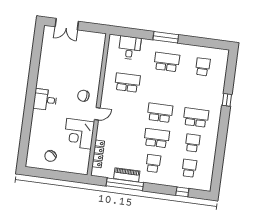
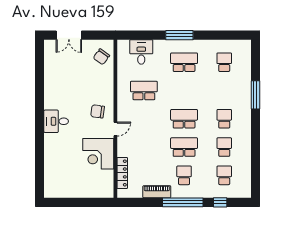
window: (227, 100) -> (255, 95), width x2.17
school desk: (196, 117) -> (224, 119), width x0.54
chair: (50, 156) -> (101, 57), moved
window: (125, 184) -> (183, 202), moved

